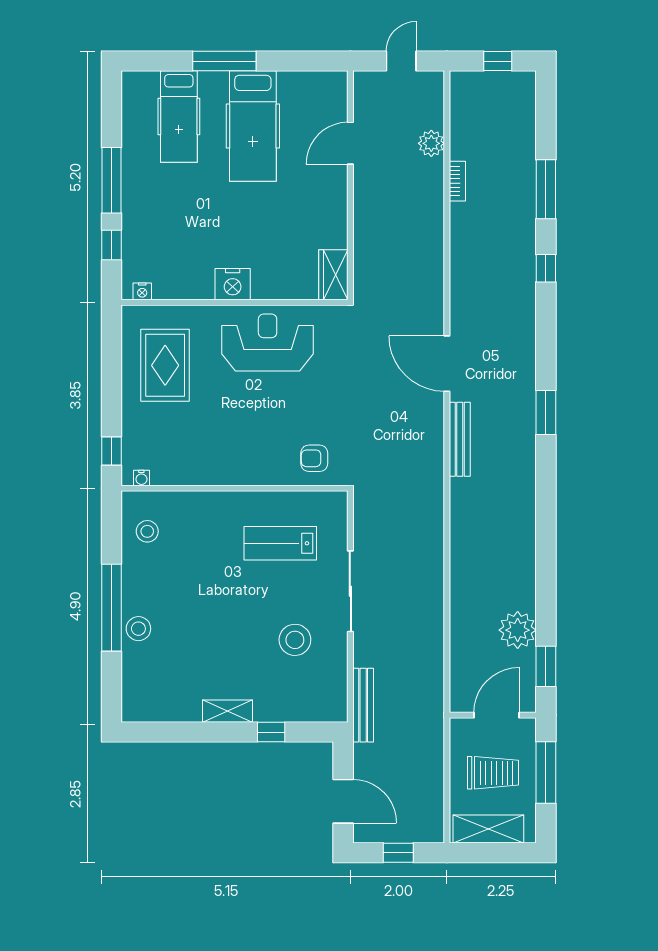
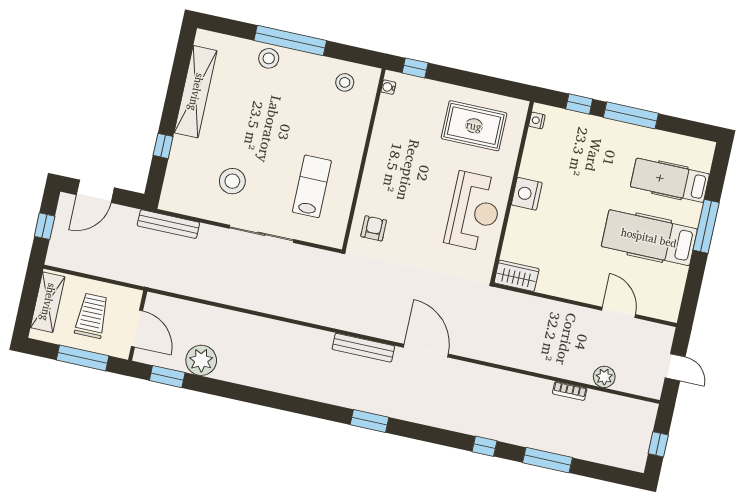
door: (447, 364) -> (426, 351), hinge flipped
shelving: (228, 711) -> (196, 92), width x2.20, depth x1.33
trolley: (493, 773) -> (92, 316), turned 180

